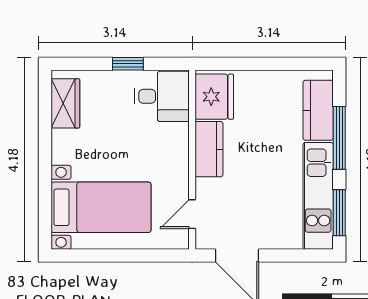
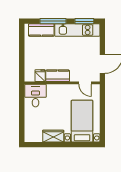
window: (128, 64) -> (22, 110), removed
fridge: (214, 97) -> (40, 76), width x0.53, depth x0.75
wardrobe: (65, 103) -> (53, 136), moved

